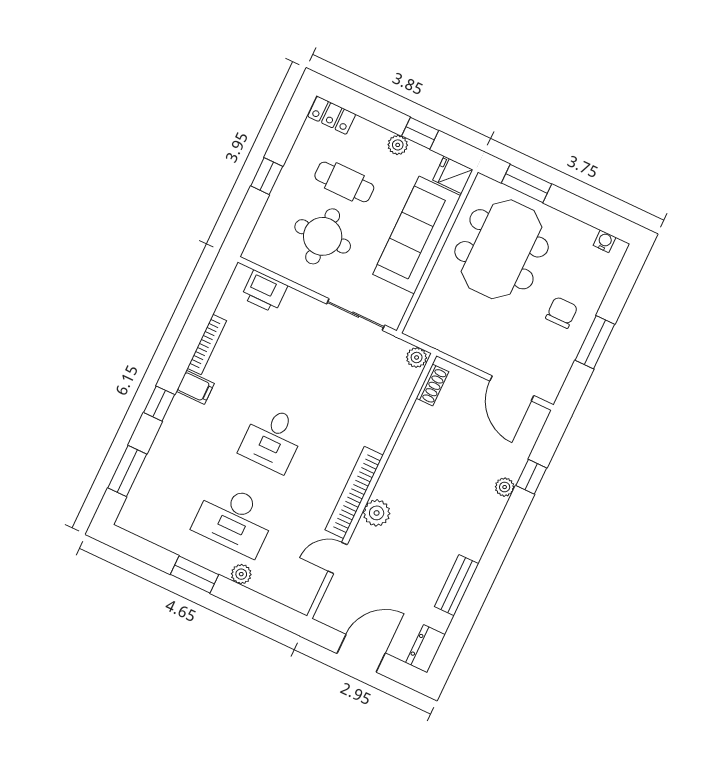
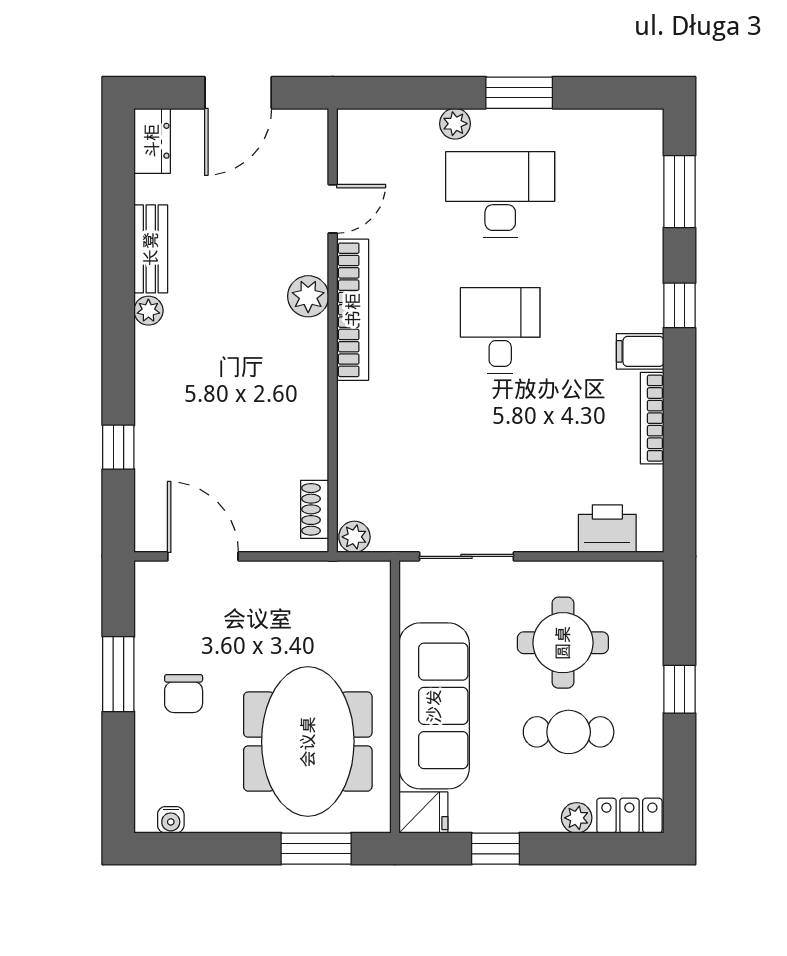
plant: (398, 145) -> (577, 818), moved
plant: (505, 487) -> (148, 311), moved

